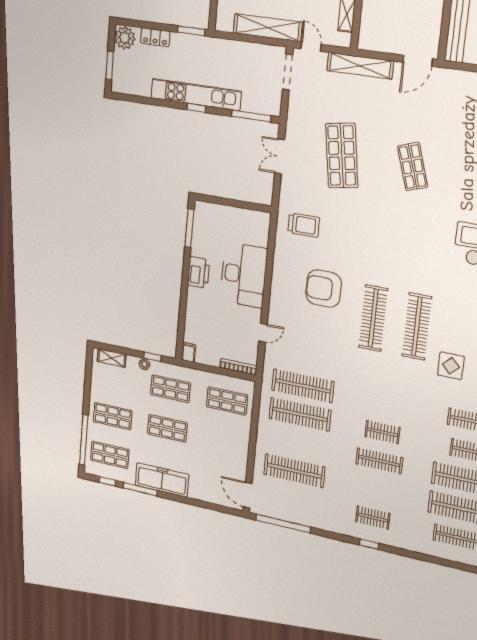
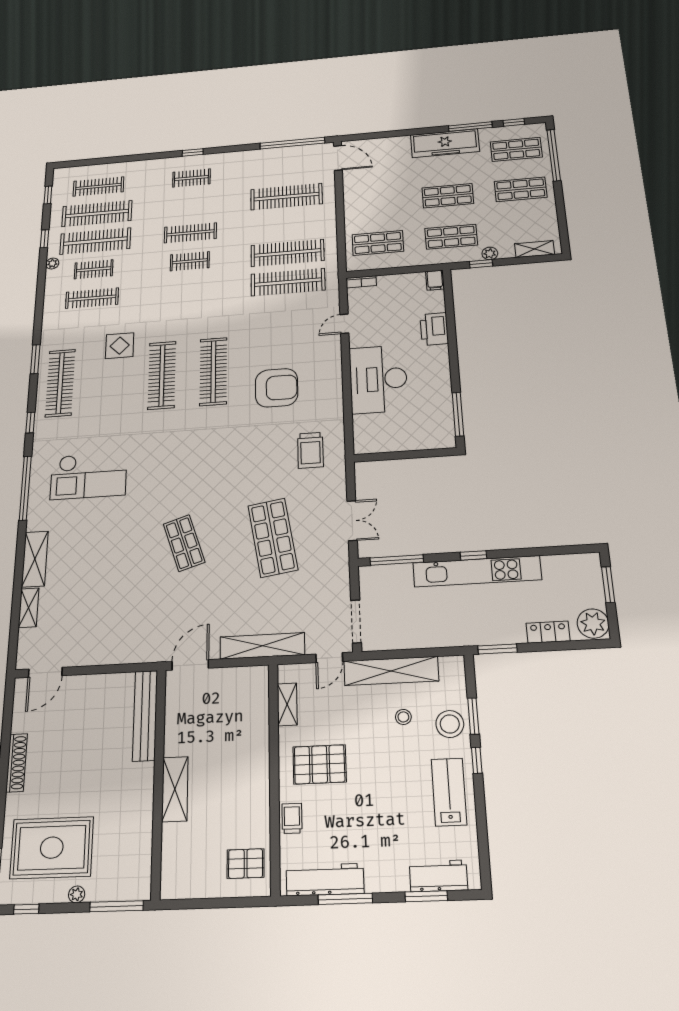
door: (311, 47) -> (329, 658), hinge flipped
trolley: (304, 225) -> (310, 450), turned -90
printer: (199, 272) -> (434, 329), moved
bookcase: (238, 367) -> (361, 282), width x0.64

